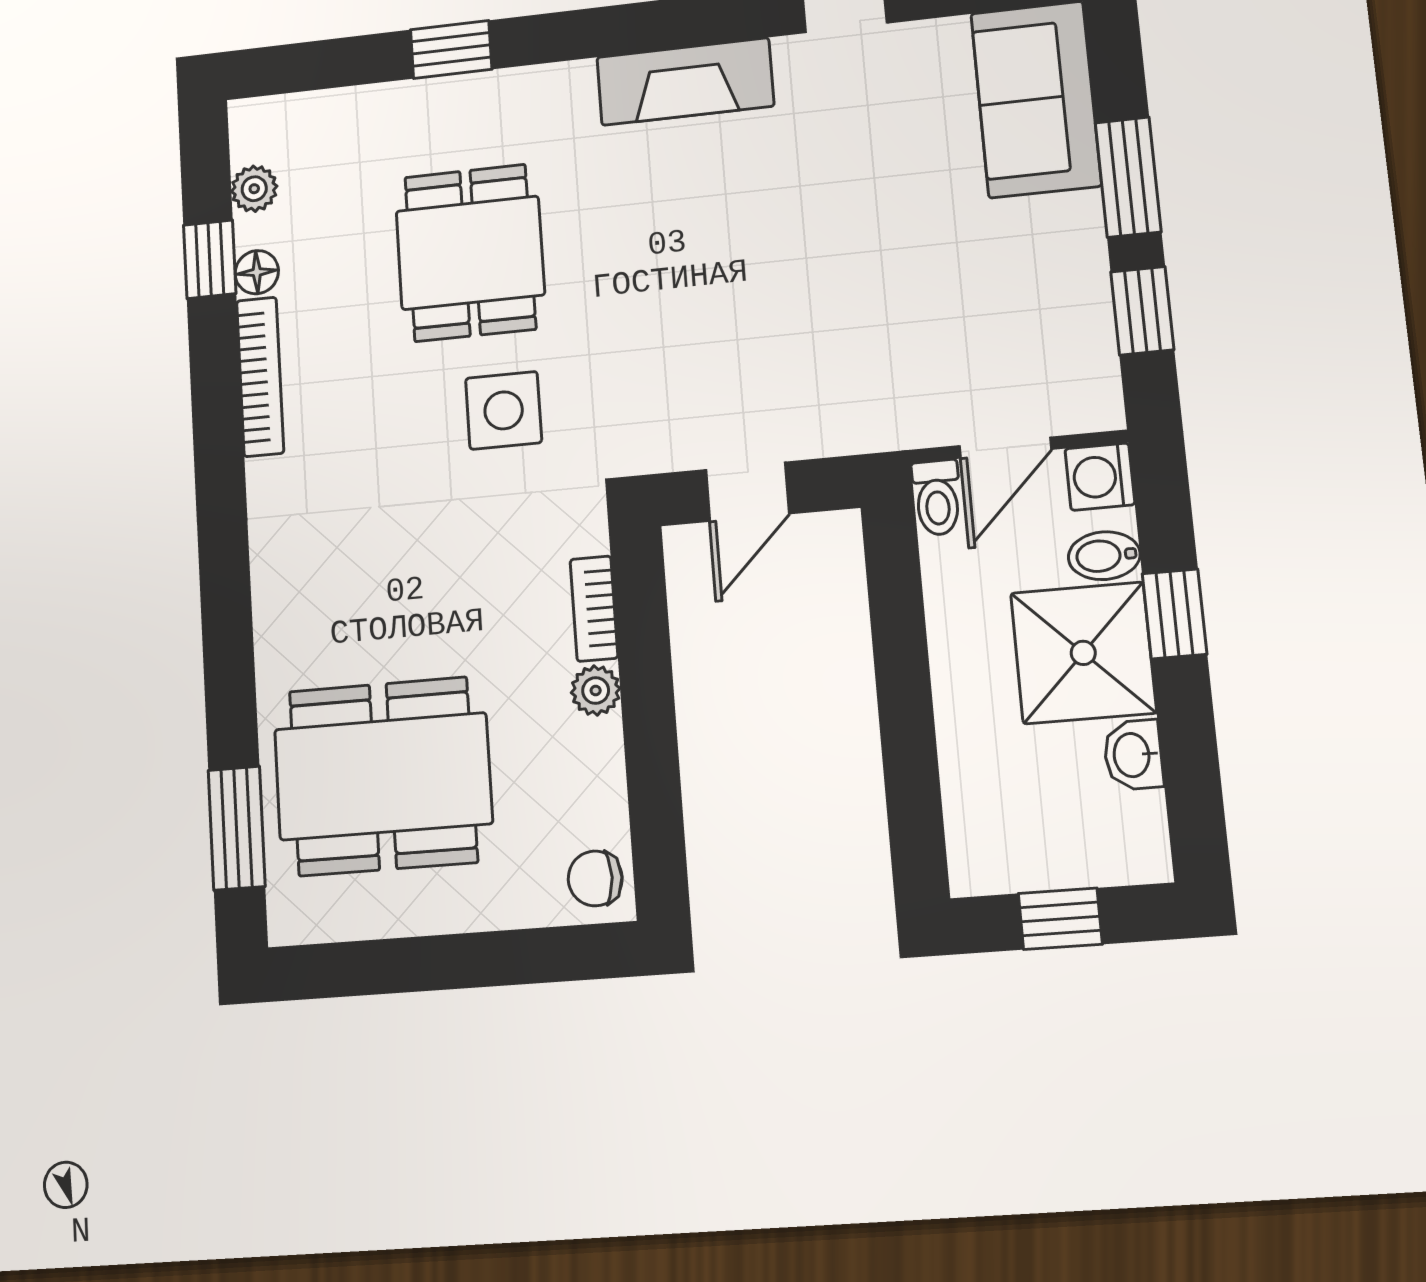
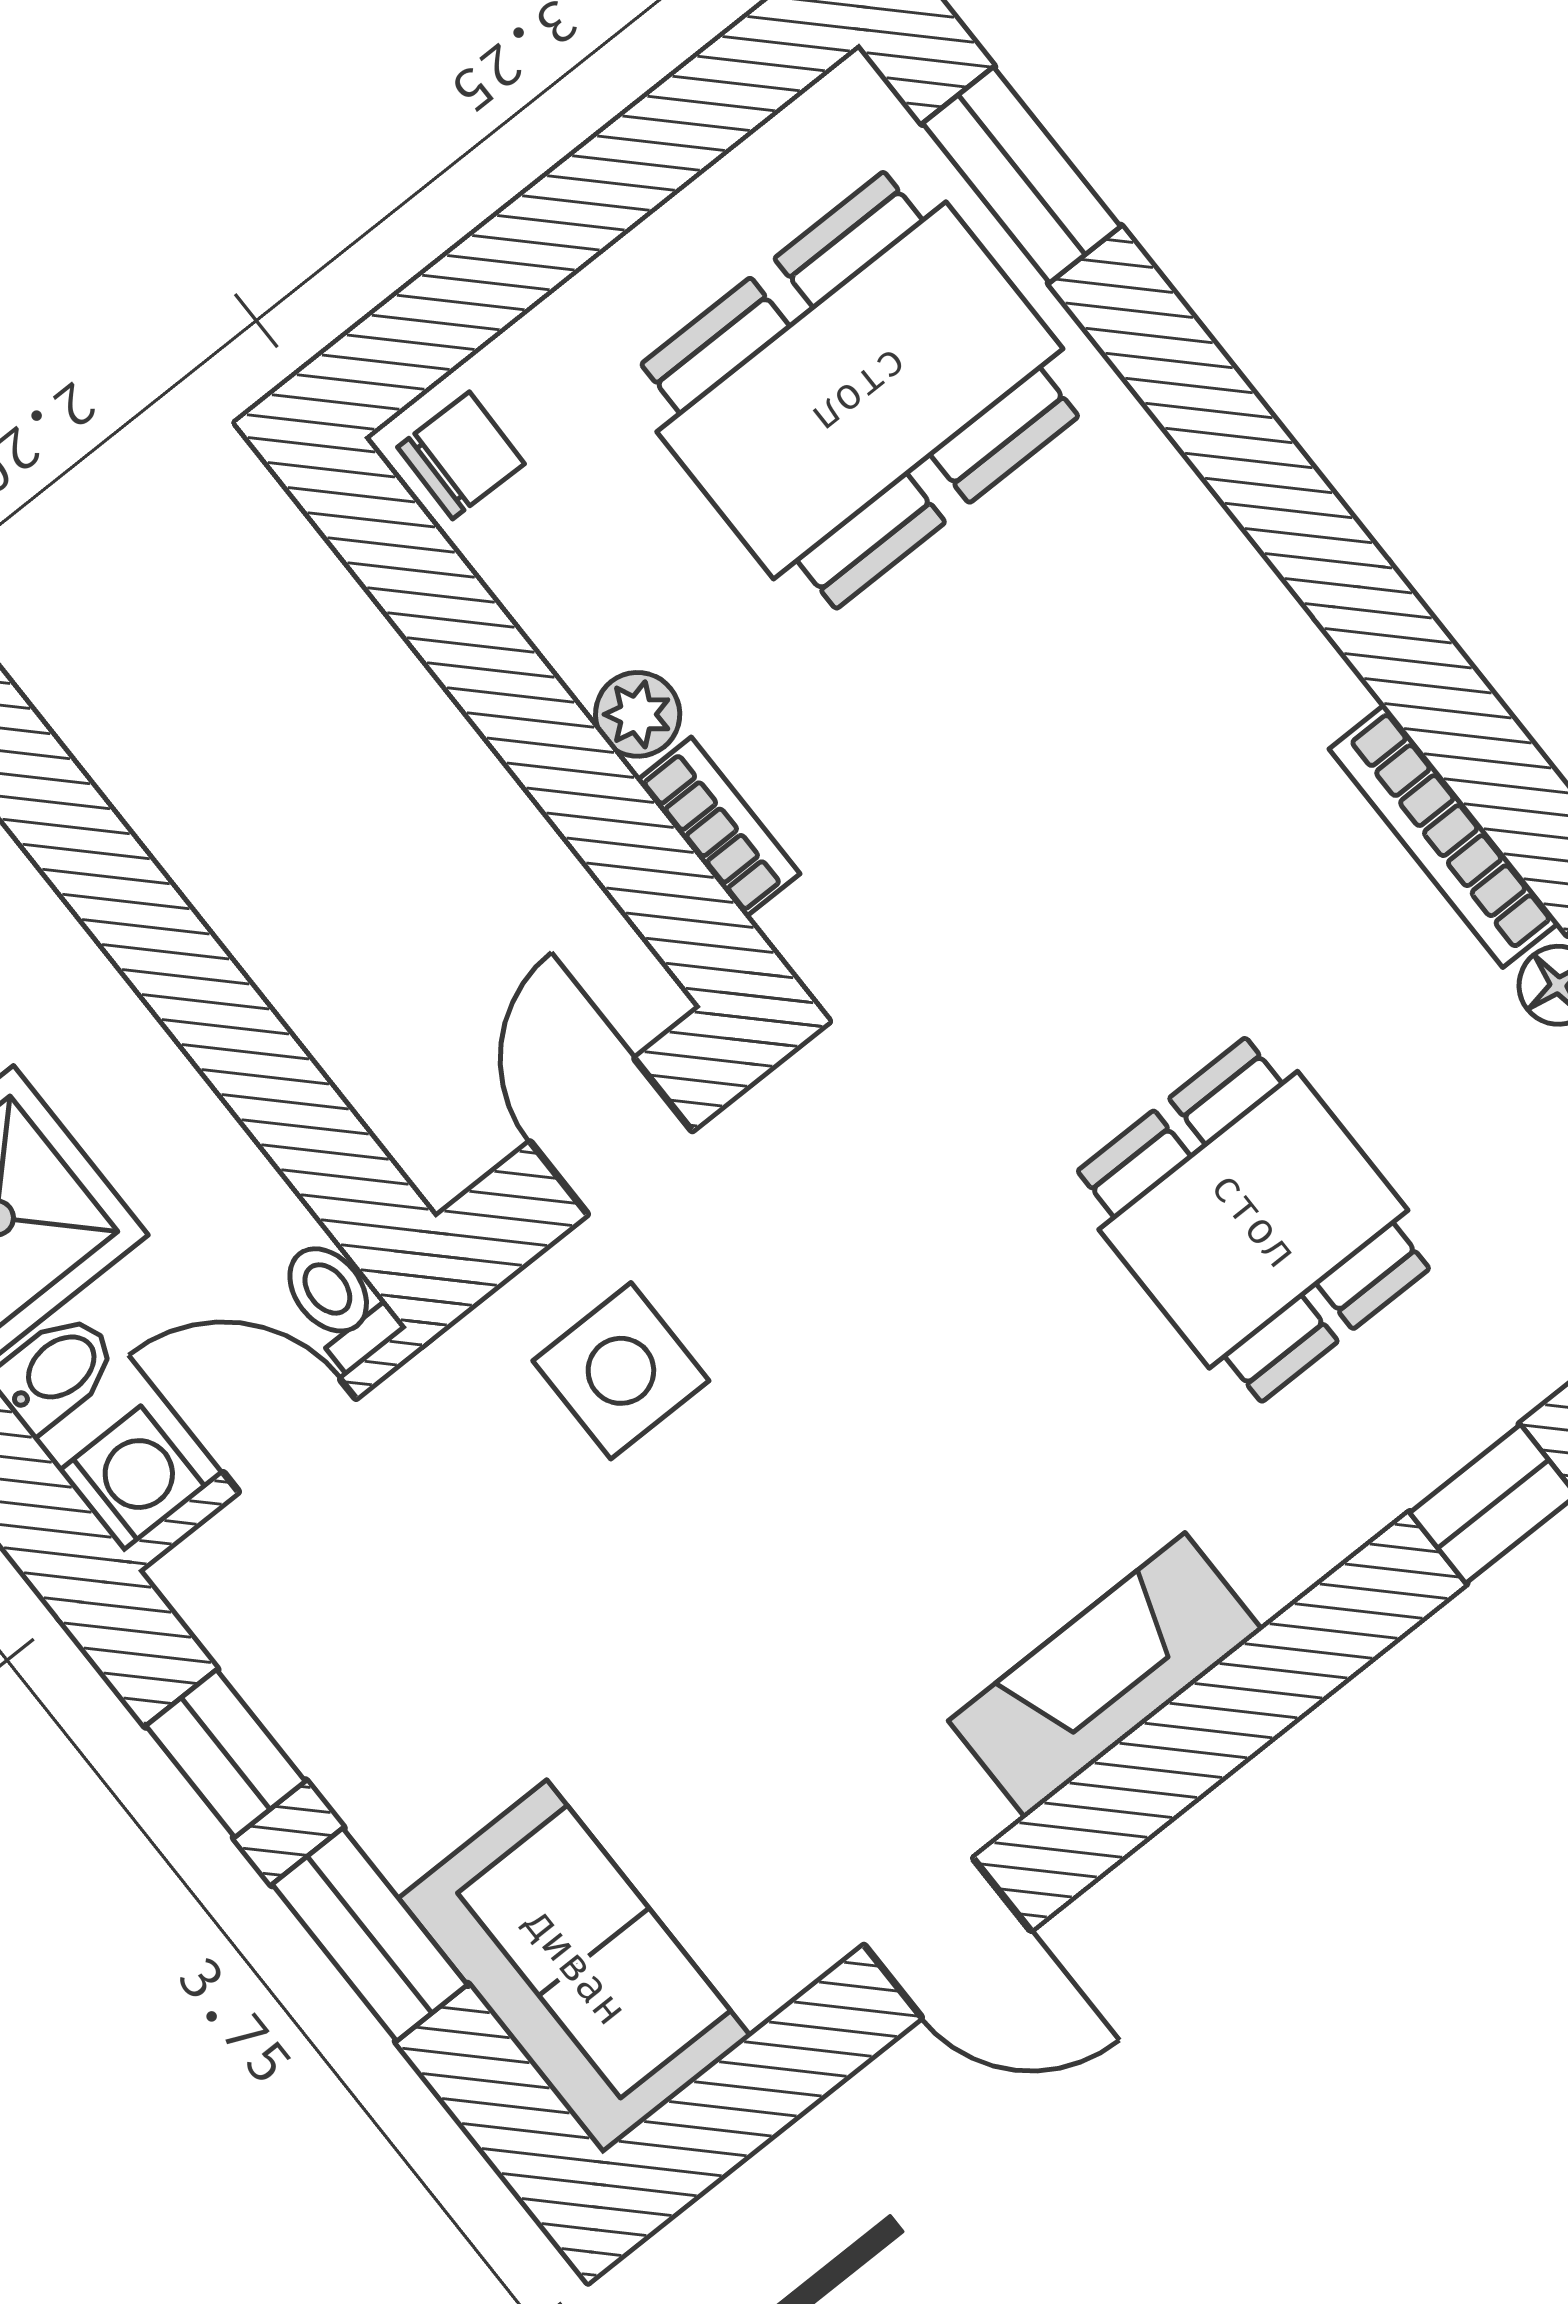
side table: (504, 410) -> (621, 1371), moved
door: (1005, 448) -> (290, 1435), hinge flipped

